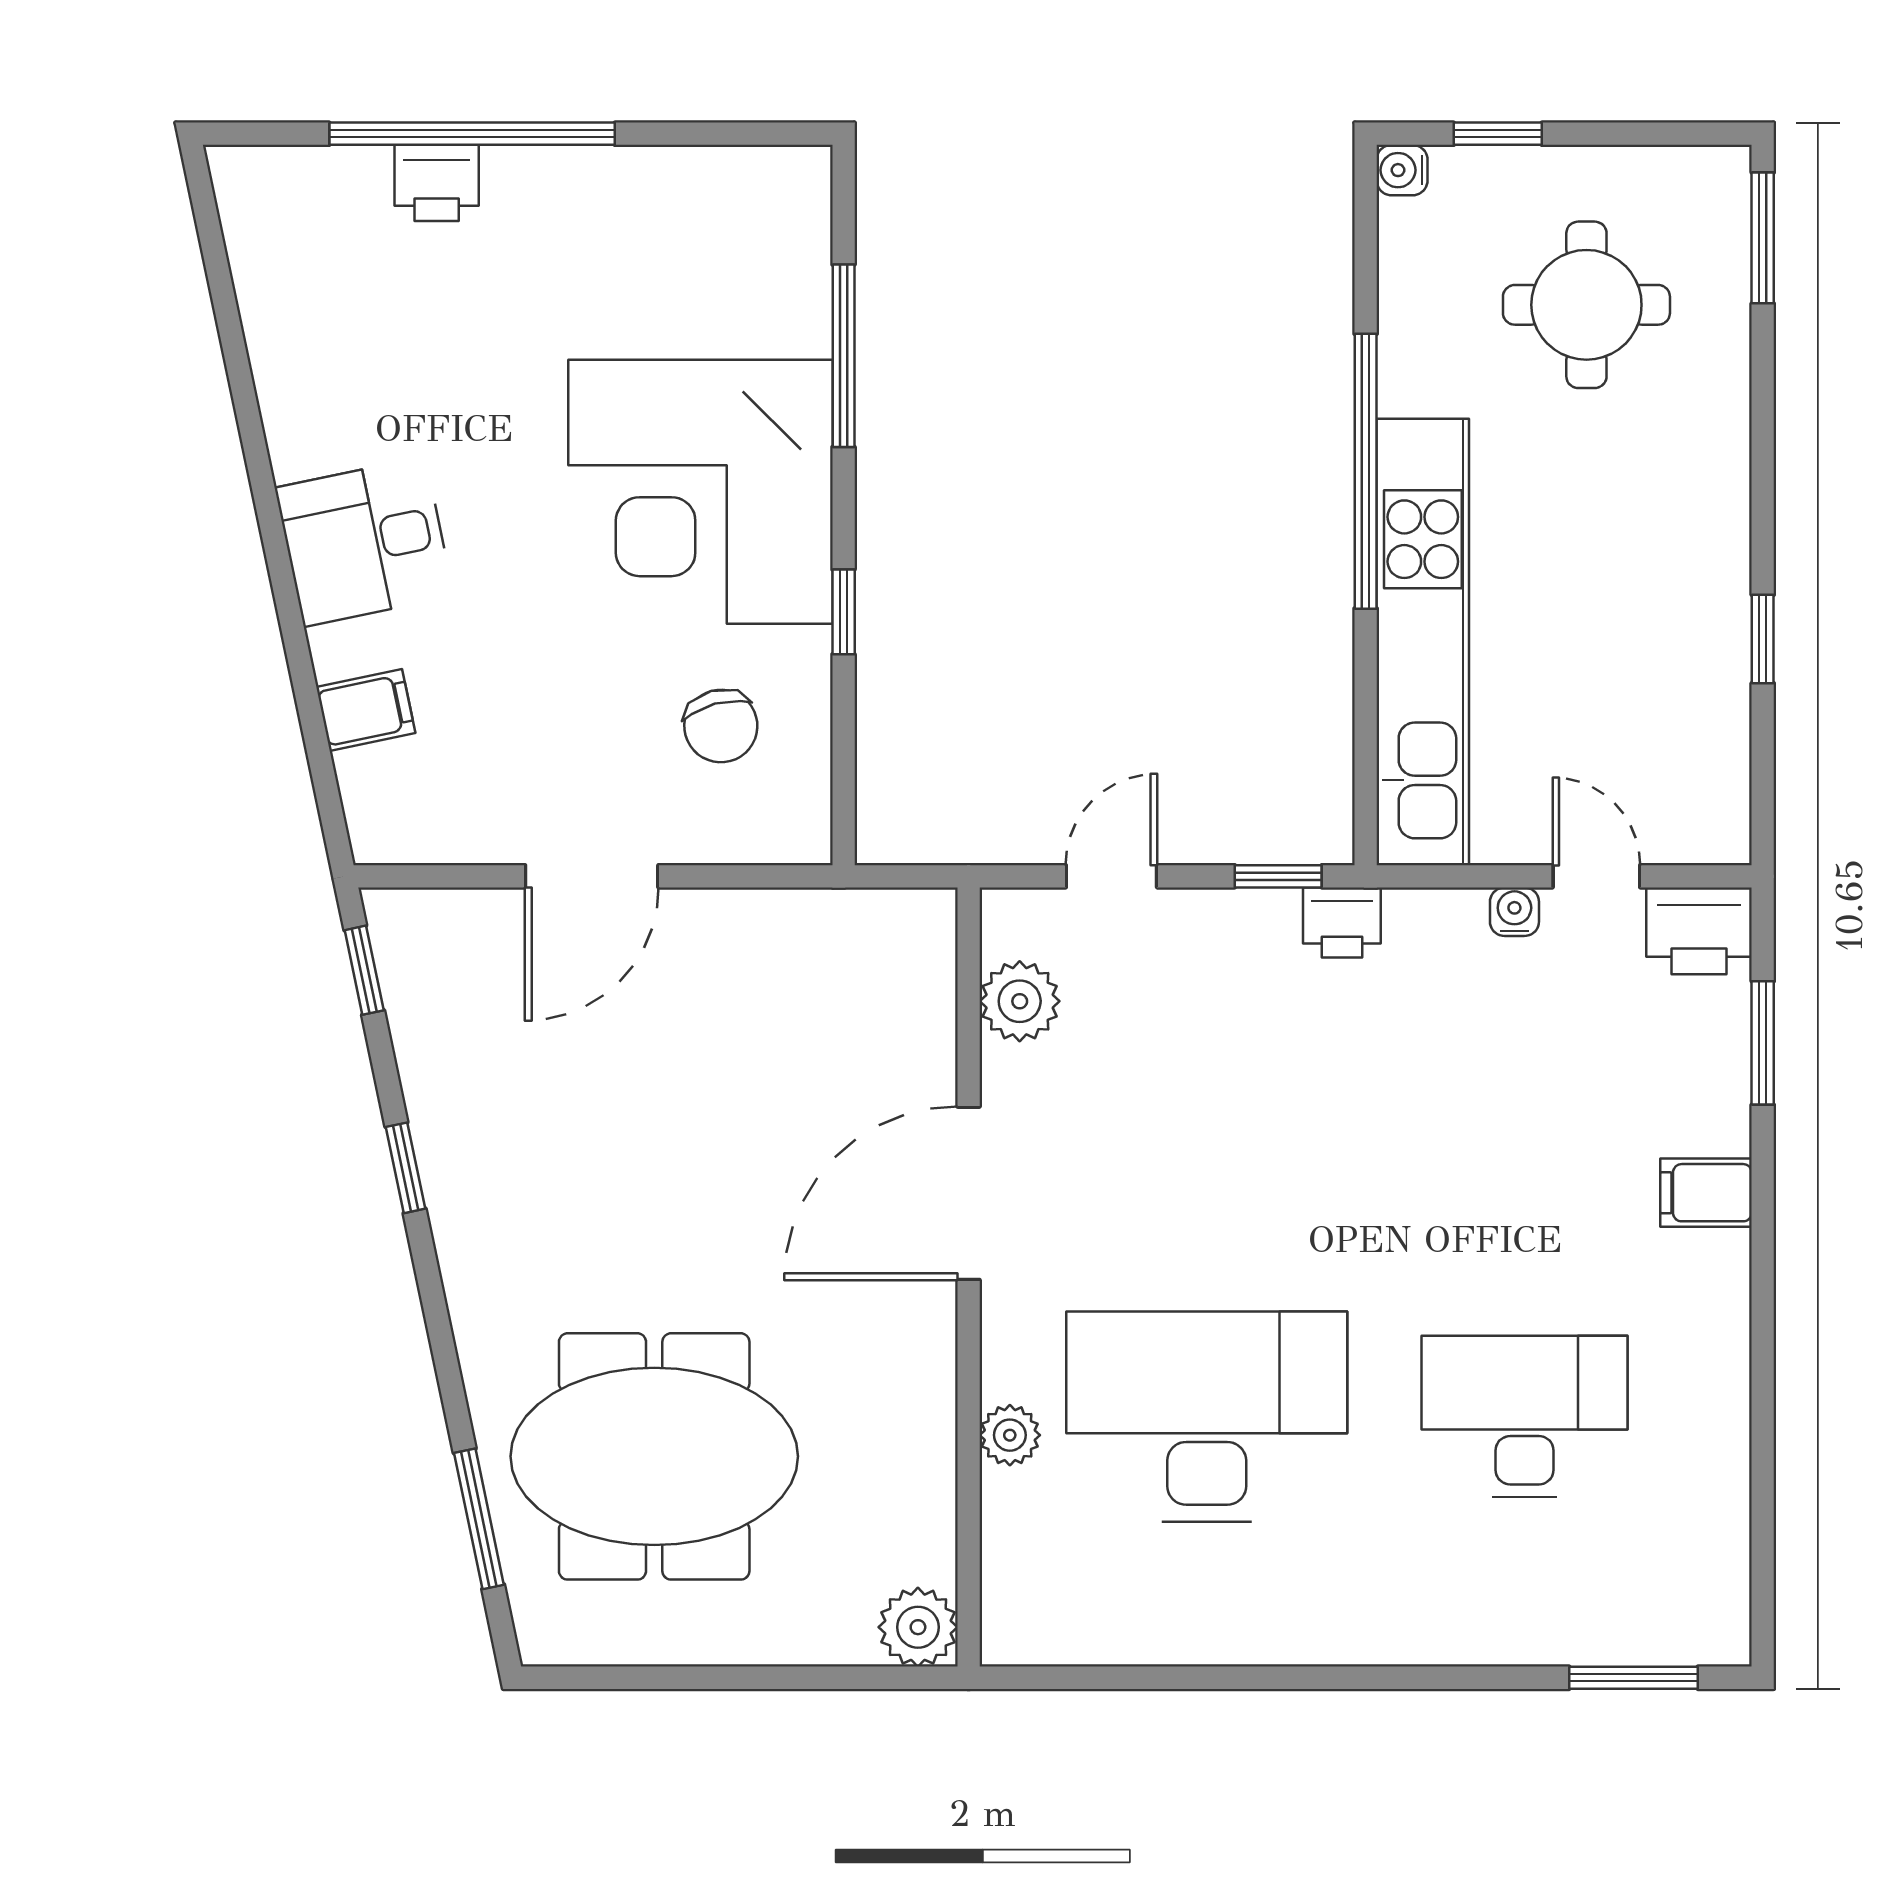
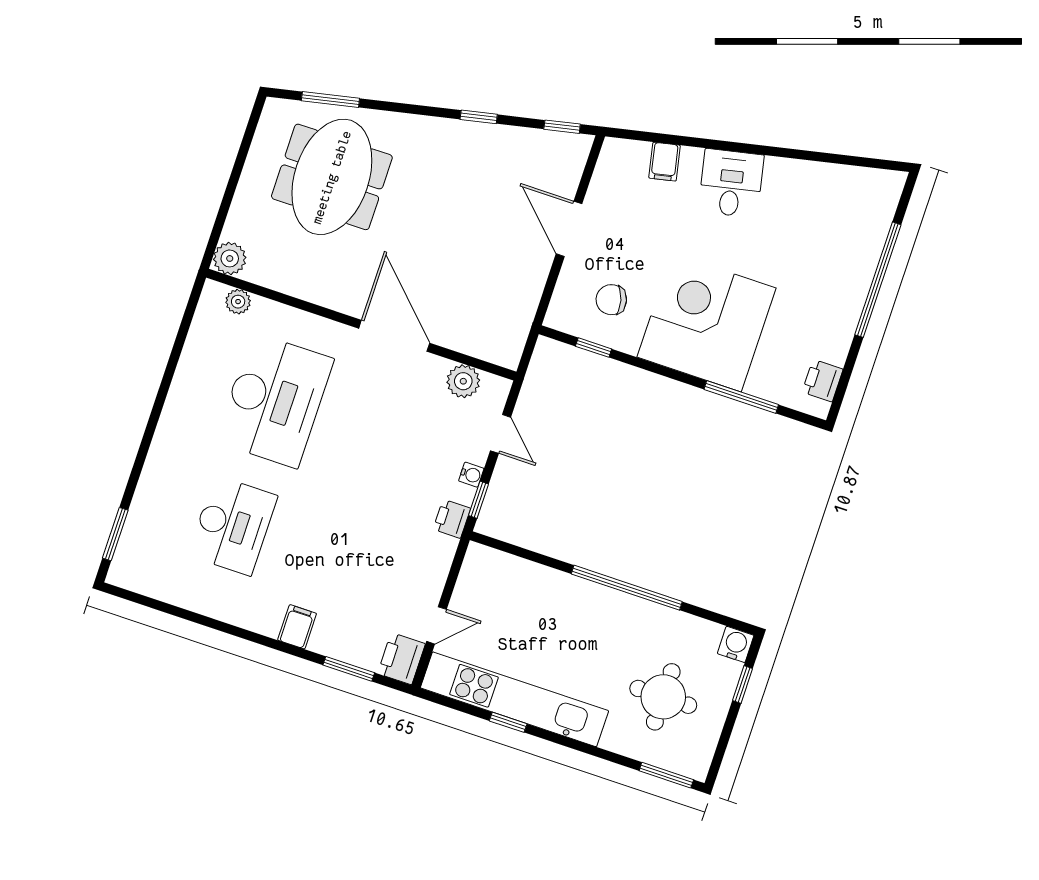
water cooler: (1402, 170) -> (736, 644), width x1.38, depth x1.38
printer: (437, 183) -> (823, 381), moved
window: (844, 612) -> (594, 348), moved
kitchen unit: (1423, 642) -> (515, 699), moved, turned 180
water cooler: (1514, 912) -> (471, 475), moved
plant: (1010, 1435) -> (238, 302), moved

